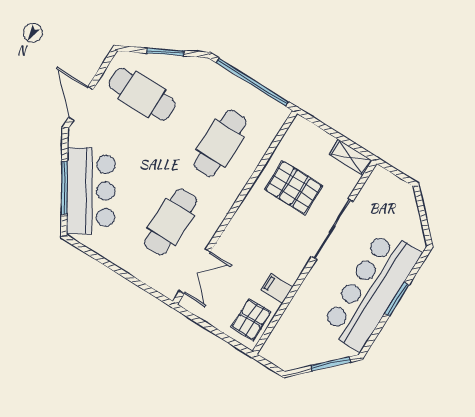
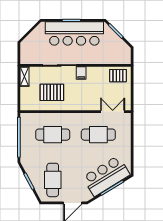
pallet: (294, 188) -> (52, 92), turned 90
filing cabinet: (277, 288) -> (81, 73), moved

